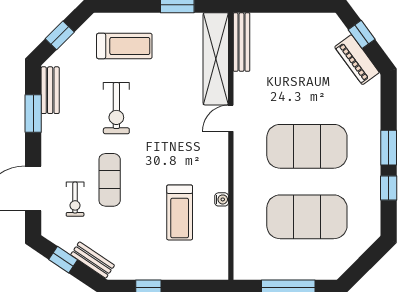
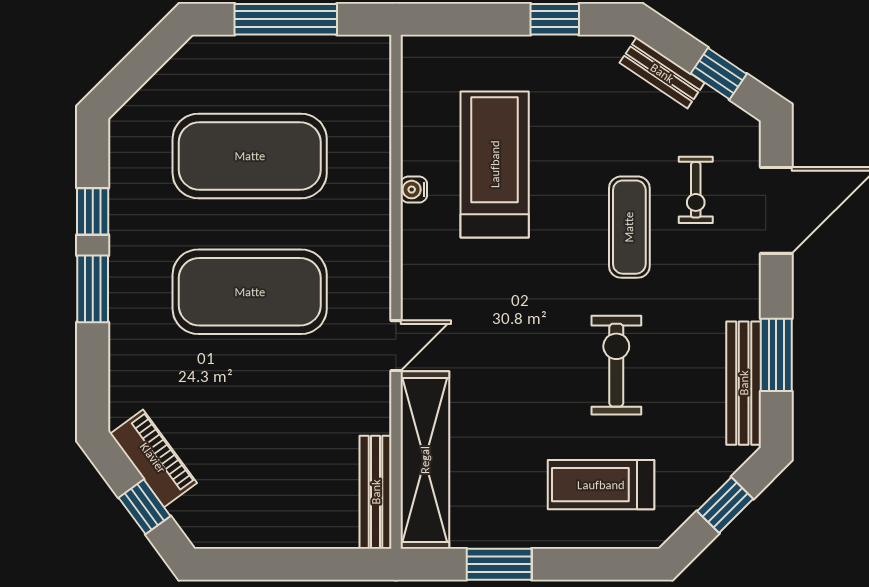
bench: (50, 90) -> (744, 383), width x1.36
exercise bike: (75, 199) -> (696, 190), turned 180
treadmill: (180, 212) -> (495, 164), width x1.37, depth x1.38

